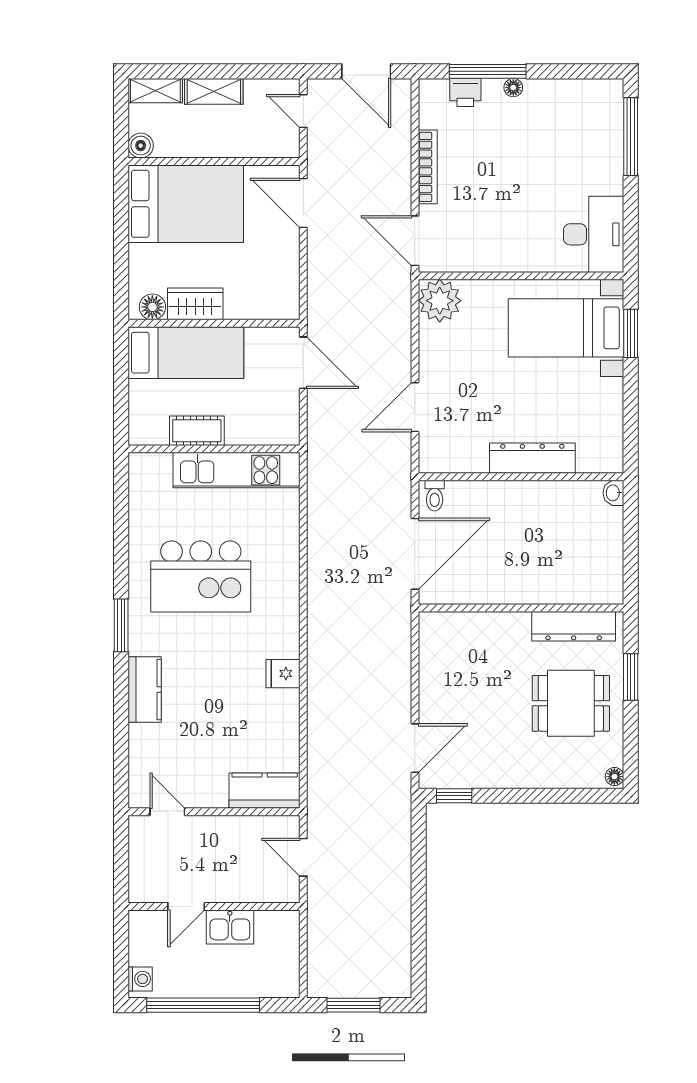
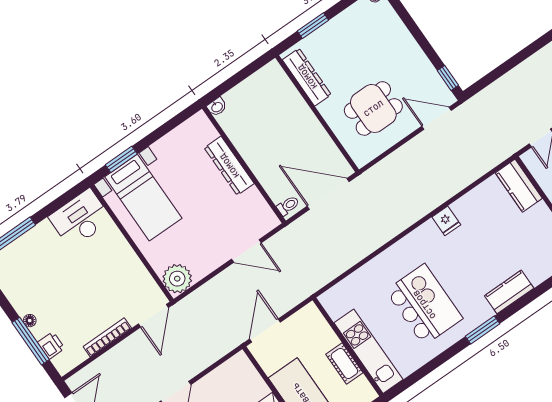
kitchen unit: (237, 470) -> (368, 351), moved
dining table: (571, 703) -> (373, 108), moved, turned 90

